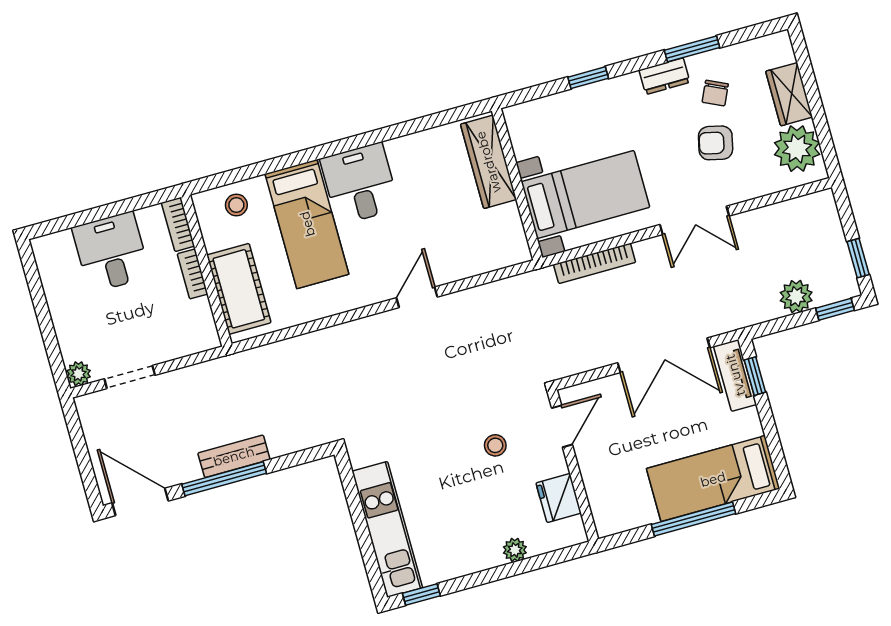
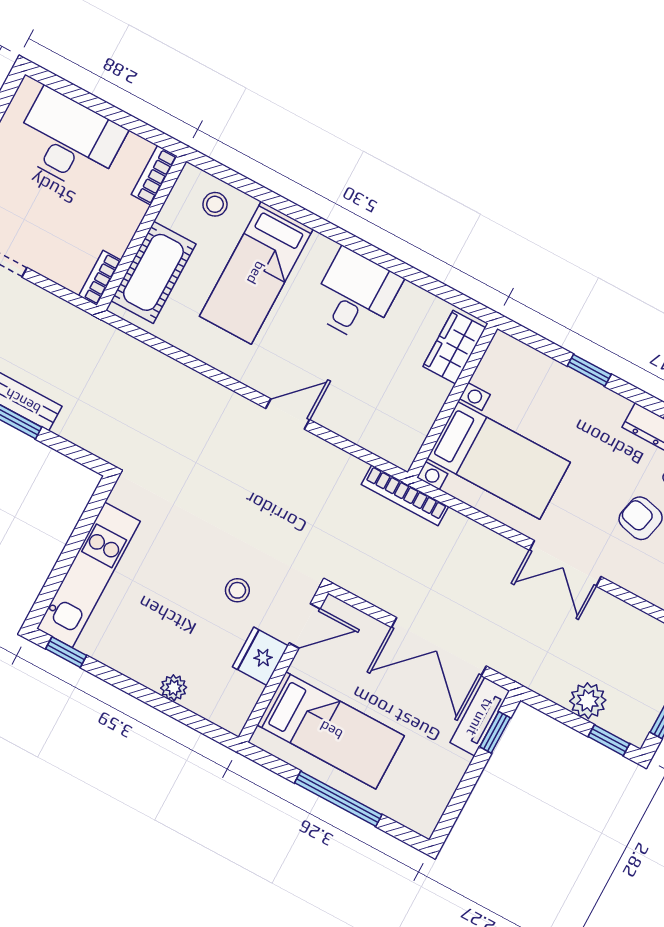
wardrobe: (488, 162) -> (454, 347), width x0.67
desk: (360, 184) -> (355, 295), moved
desk: (111, 252) -> (69, 140), width x1.37
bookcase: (595, 263) -> (405, 495), moved
bookcase: (193, 274) -> (100, 278), moved
bed: (713, 479) -> (331, 730), moved, turned 180
fridge: (559, 498) -> (260, 656), moved

